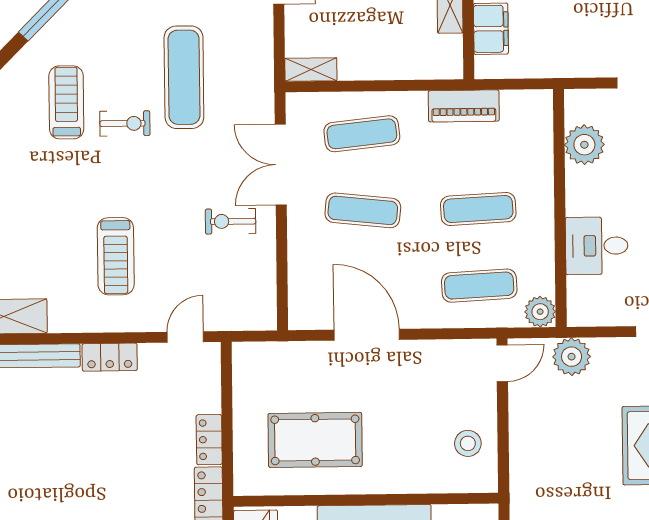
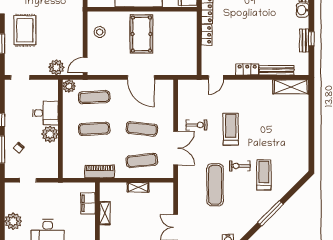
shelving: (311, 70) -> (138, 187), moved
treadmill: (66, 102) -> (264, 175), turned 180
plant: (584, 145) -> (50, 134), moved
treadmill: (116, 256) -> (231, 129), moved
pool table: (315, 440) -> (141, 34), moved, turned 90

